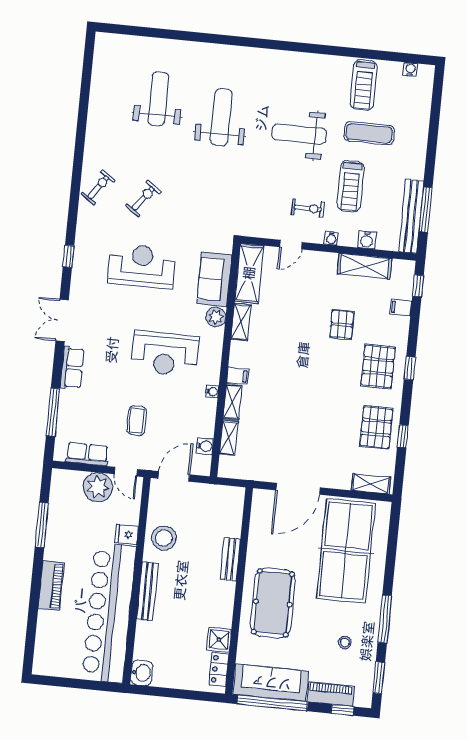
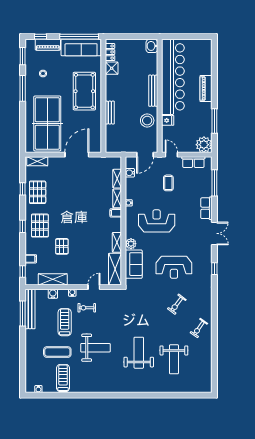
weight bench: (221, 117) -> (139, 353), turned 180
exercise bike: (98, 187) -> (199, 328), moved
plant: (98, 487) -> (204, 145), moved

